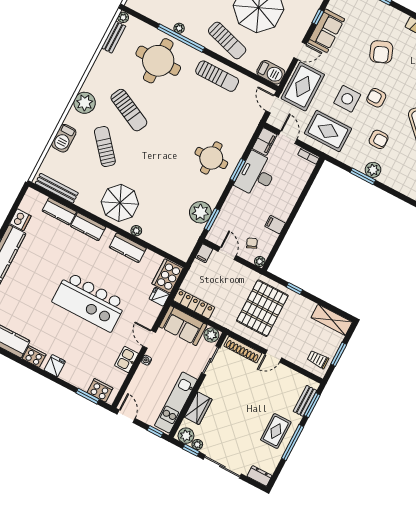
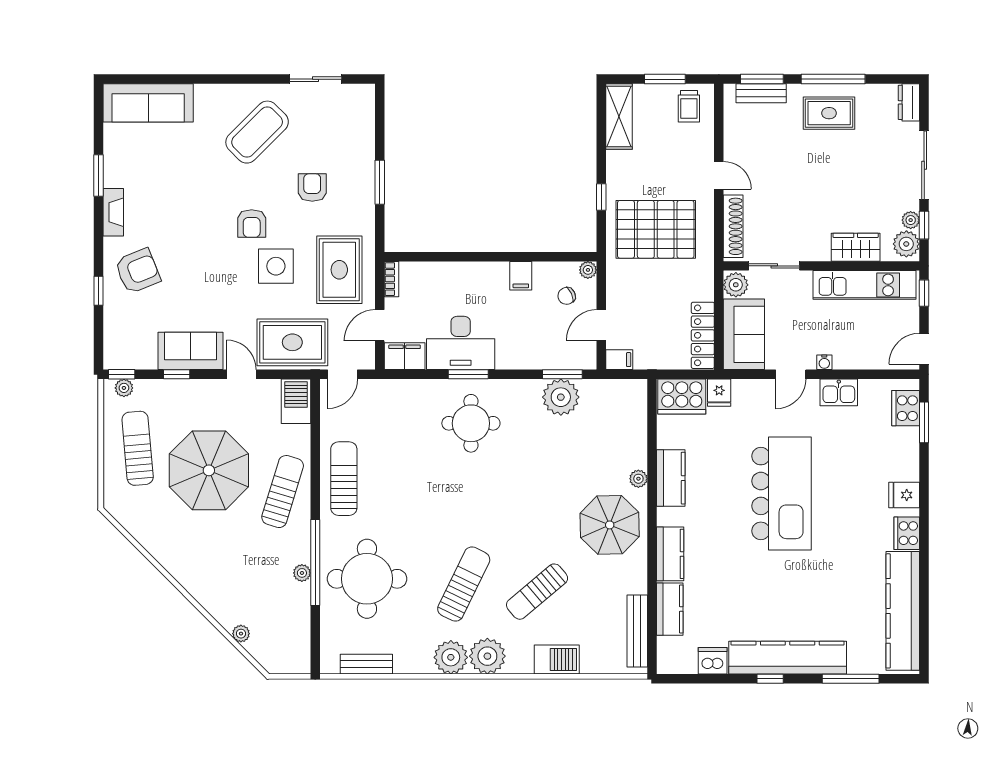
plant: (123, 17) -> (451, 657), moved, width x1.88, depth x1.88
armchair: (381, 52) -> (138, 271), moved
plant: (373, 170) -> (362, 172), removed

